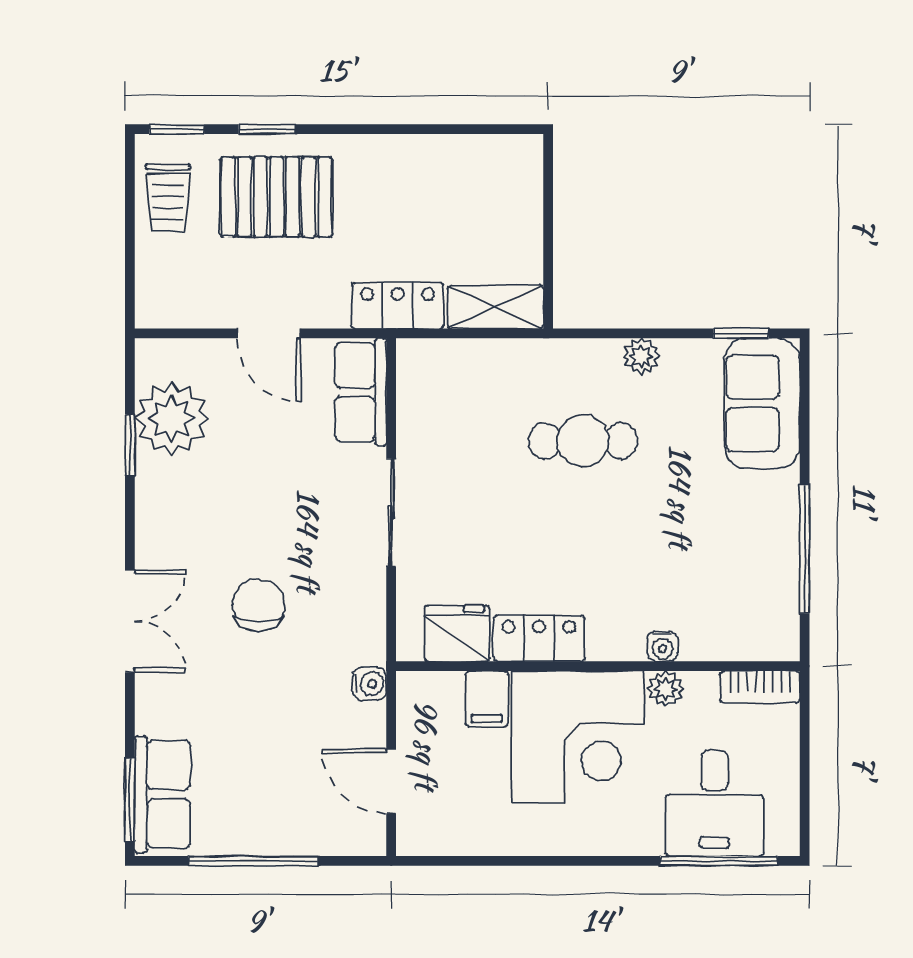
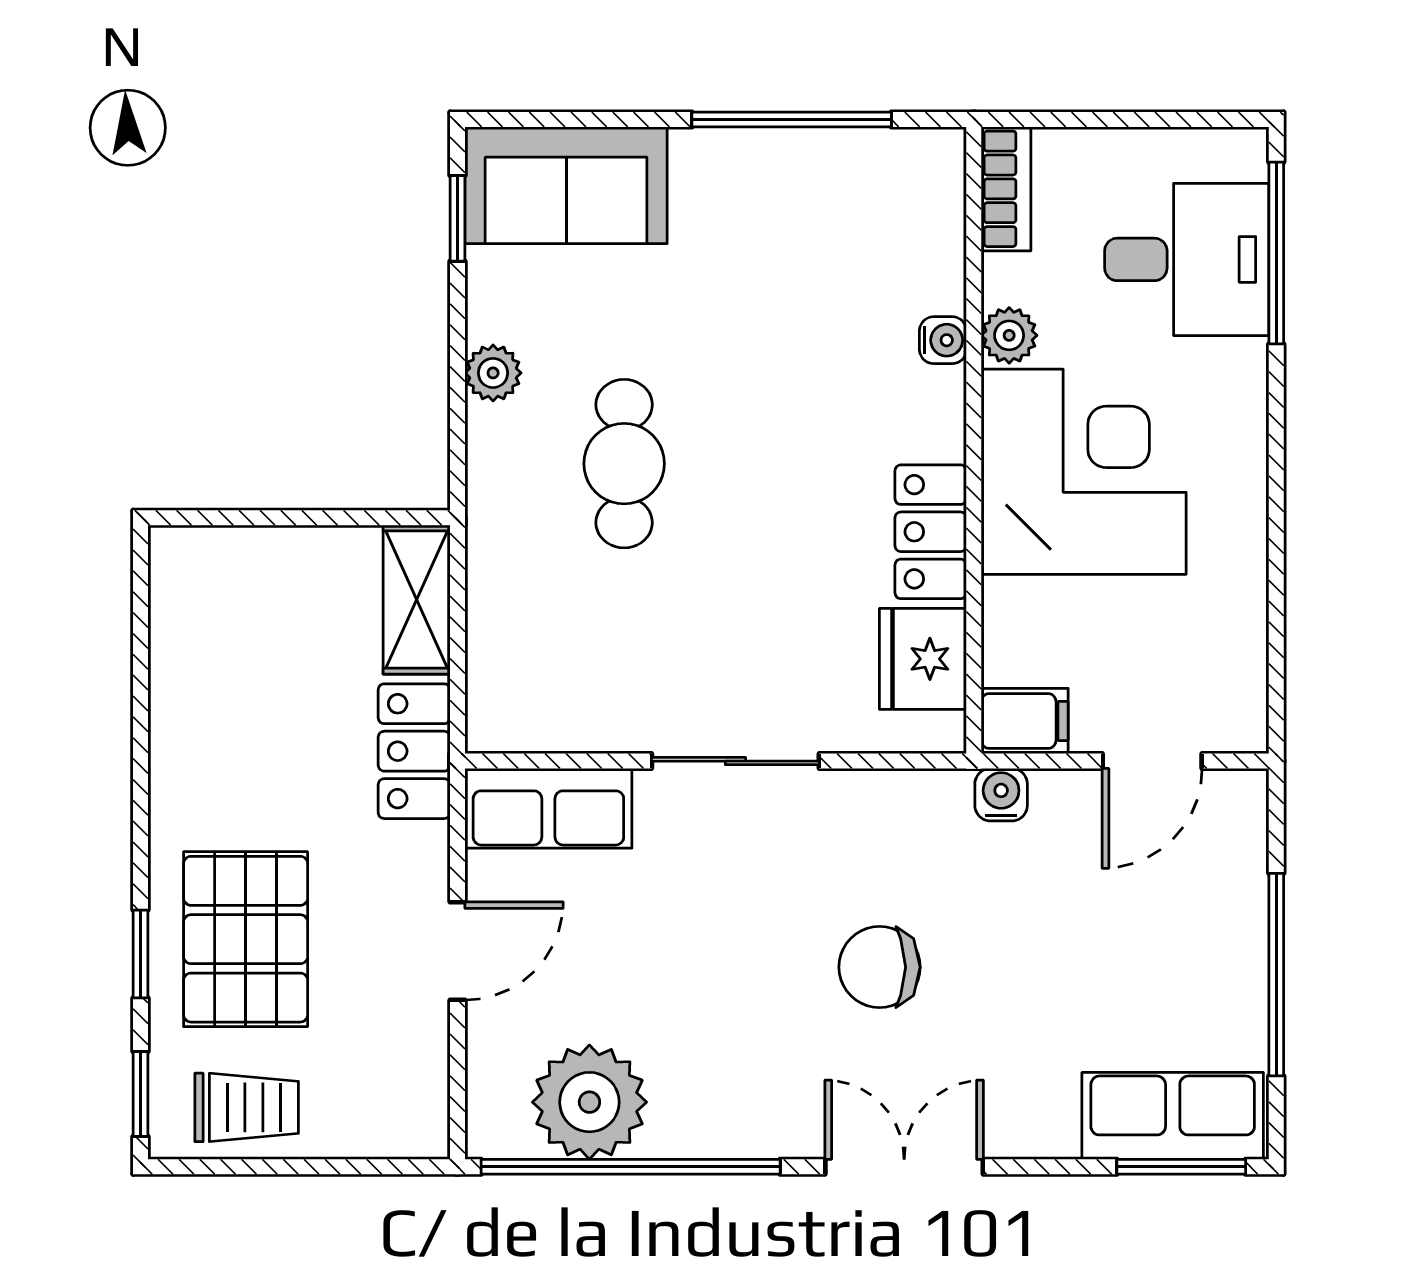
window: (130, 445) -> (631, 1167), width x3.17
filing cabinet: (487, 699) -> (1025, 721), moved

